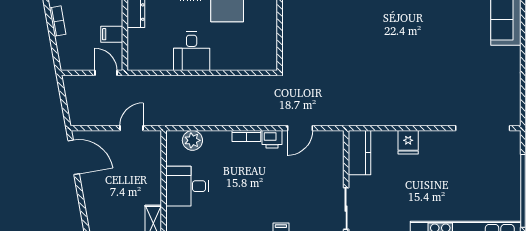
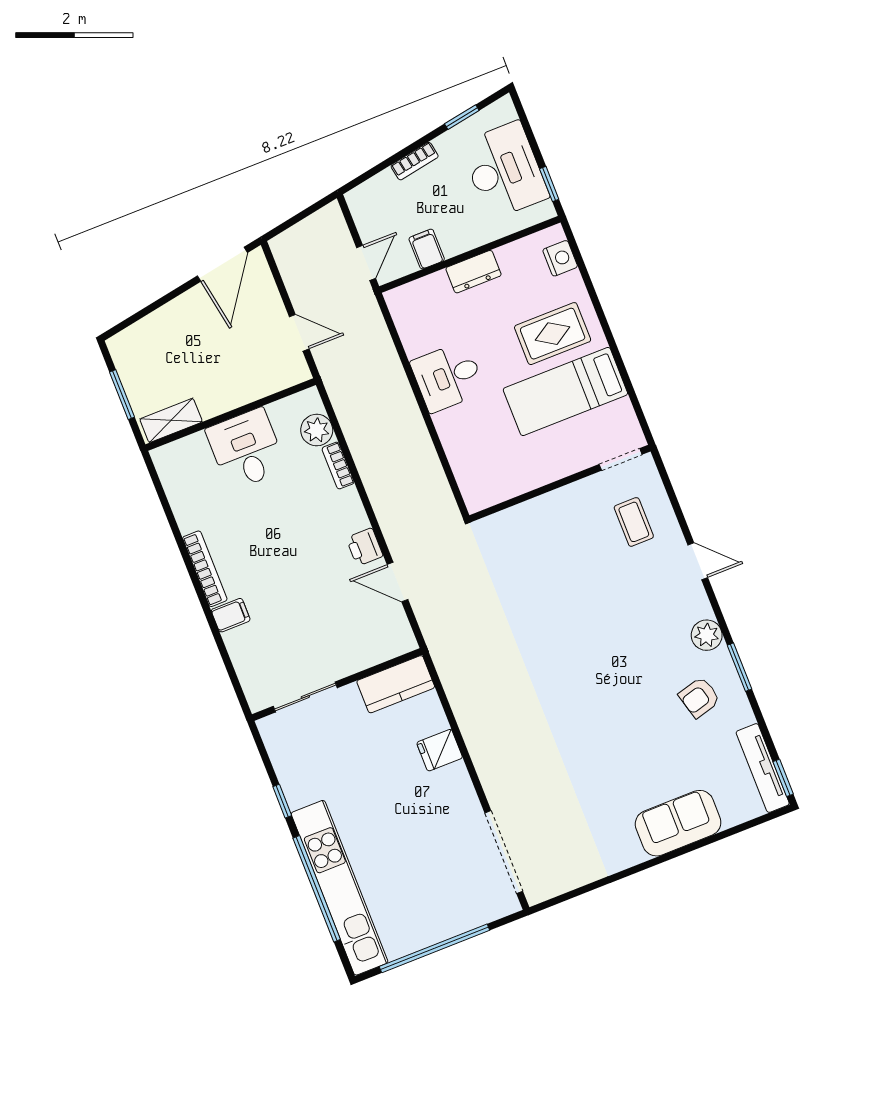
bookcase: (246, 136) -> (338, 466), moved

